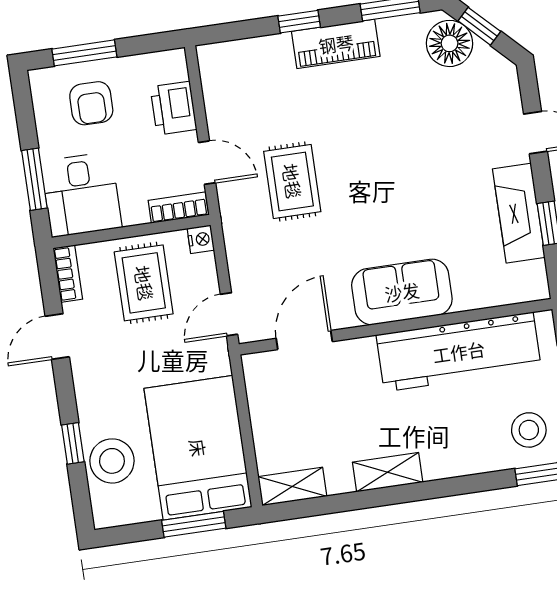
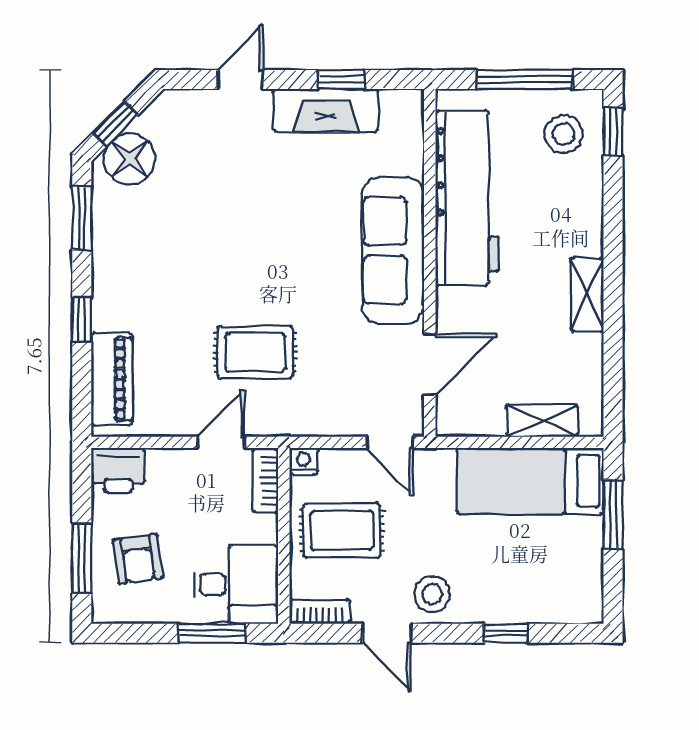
piano: (336, 44) -> (112, 379), moved
armchair: (91, 103) -> (138, 559), turned 82
printer: (173, 108) -> (118, 470), moved
sofa: (402, 292) -> (393, 250), width x1.36
door: (304, 340) -> (430, 364), swing flipped
bed: (198, 448) -> (530, 481), width x0.67
stool: (112, 461) -> (432, 594), moved, width x0.73, depth x0.73
shelving: (292, 486) -> (542, 421), moved, turned 90

